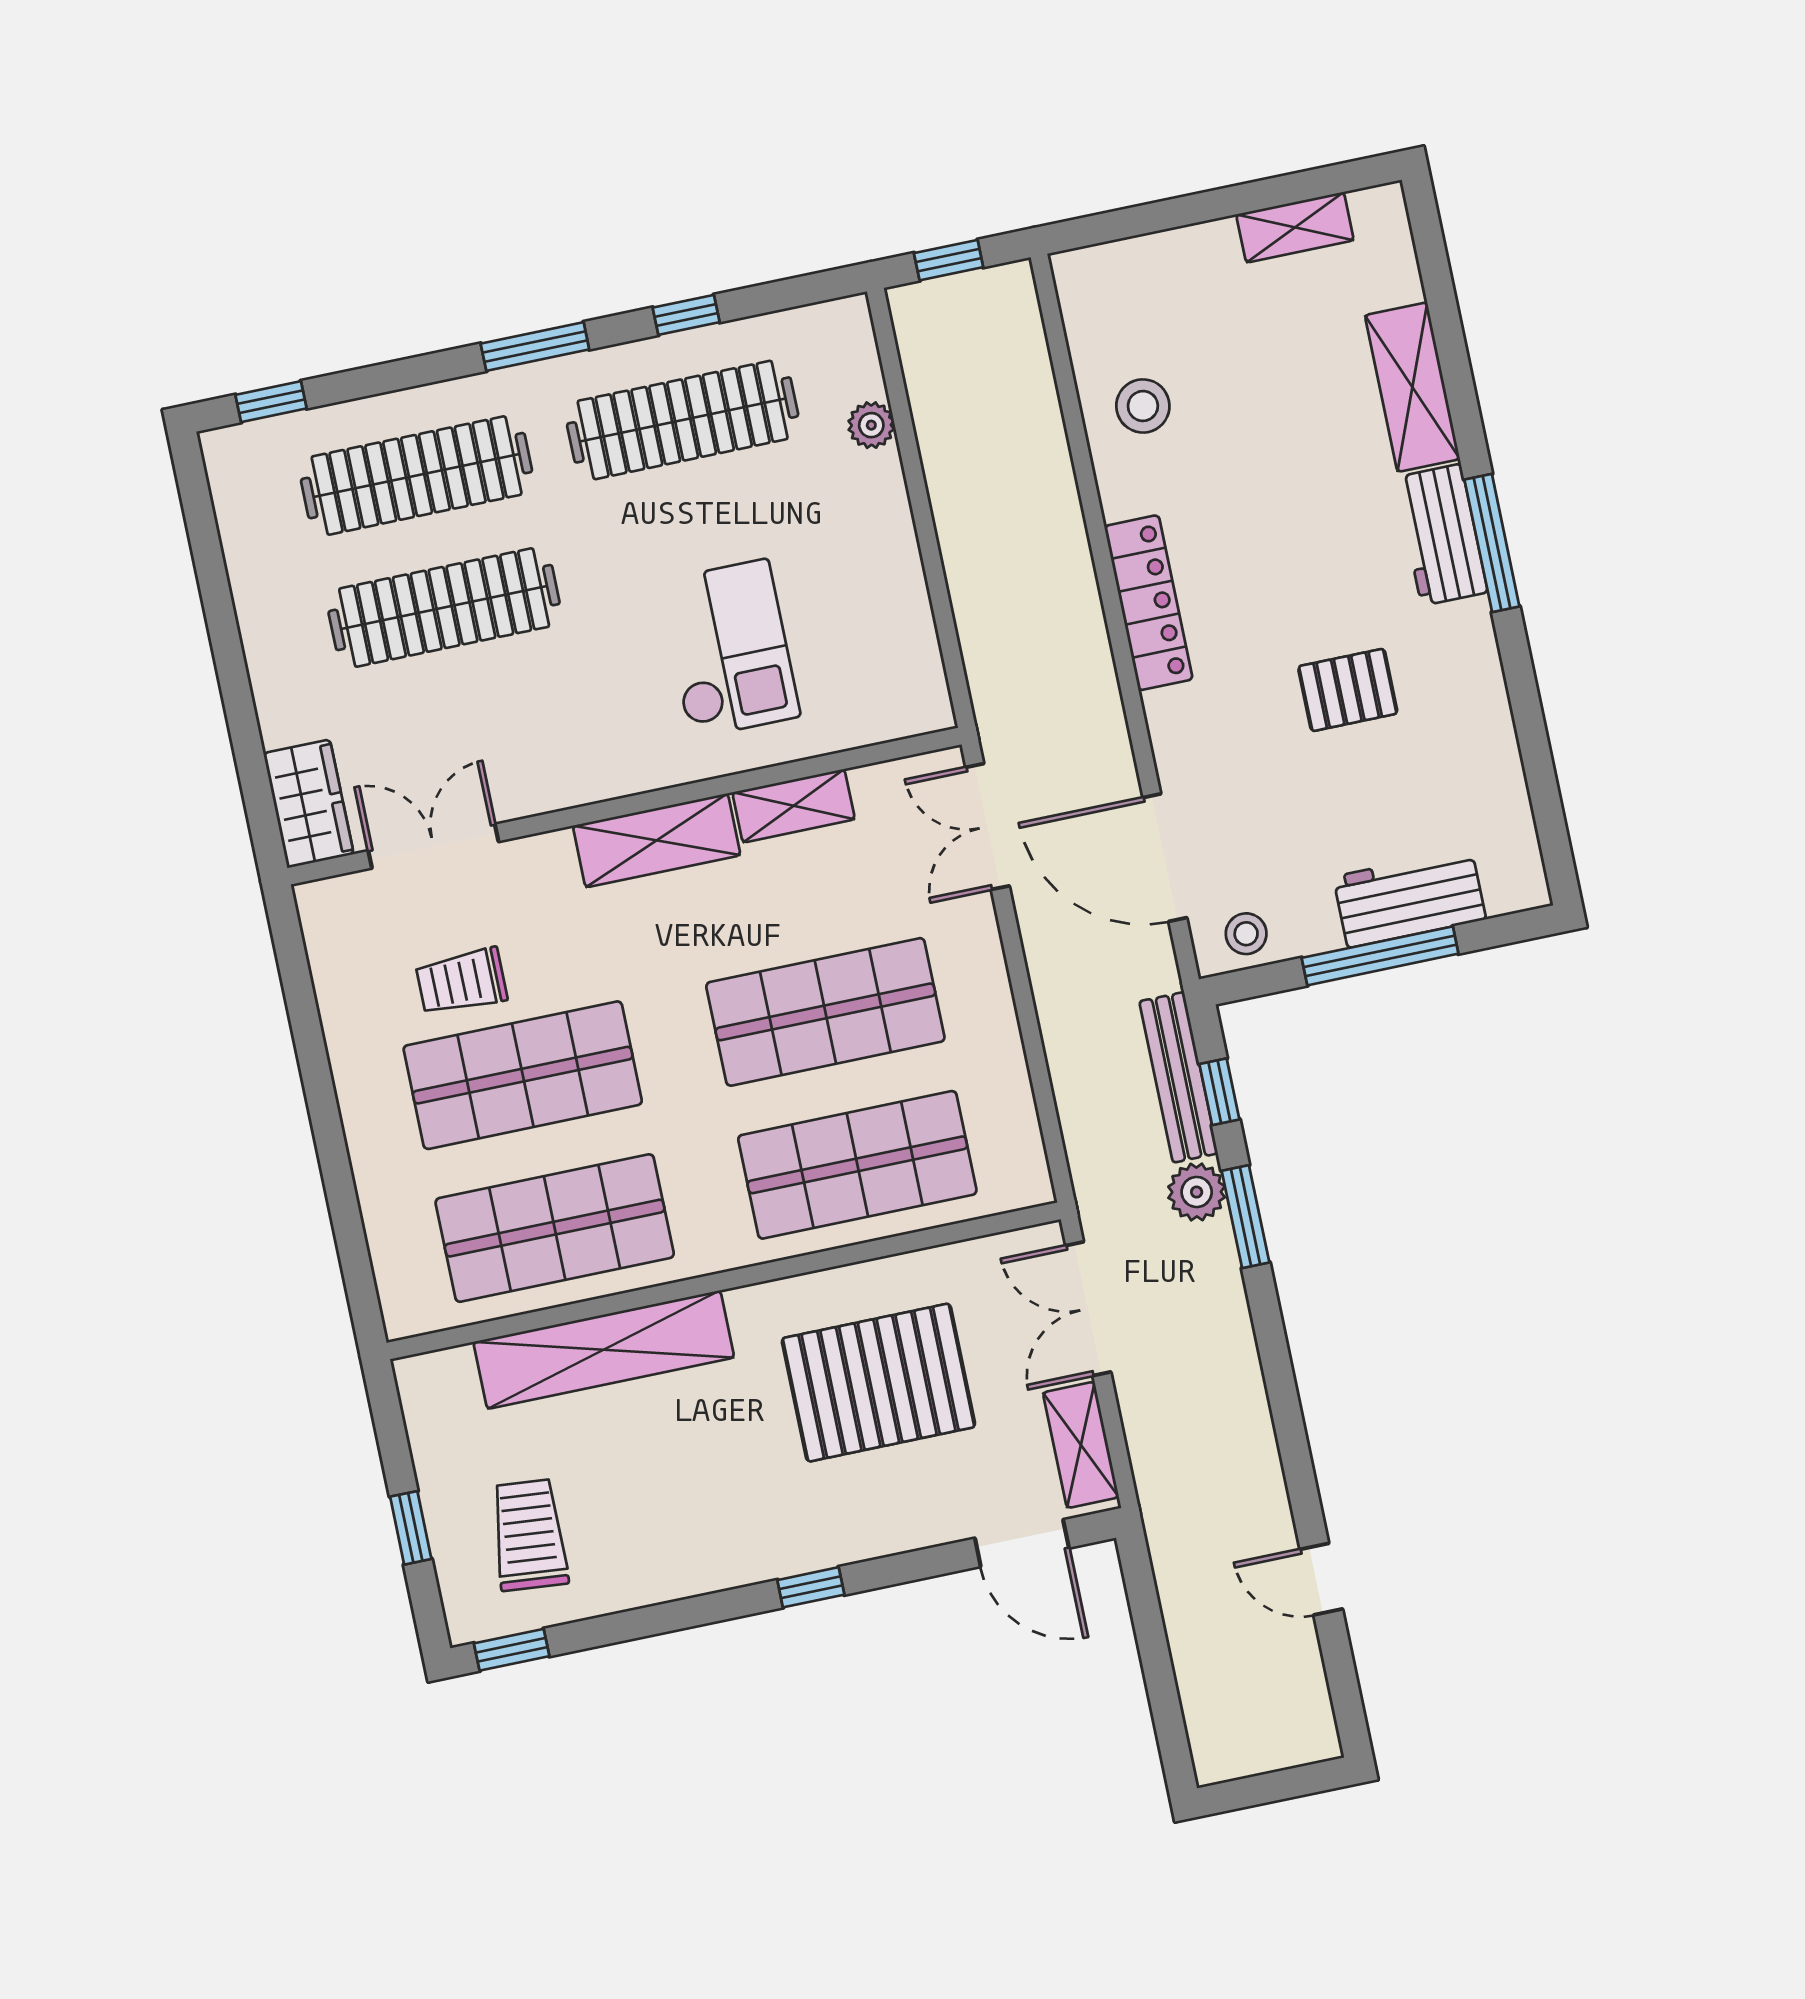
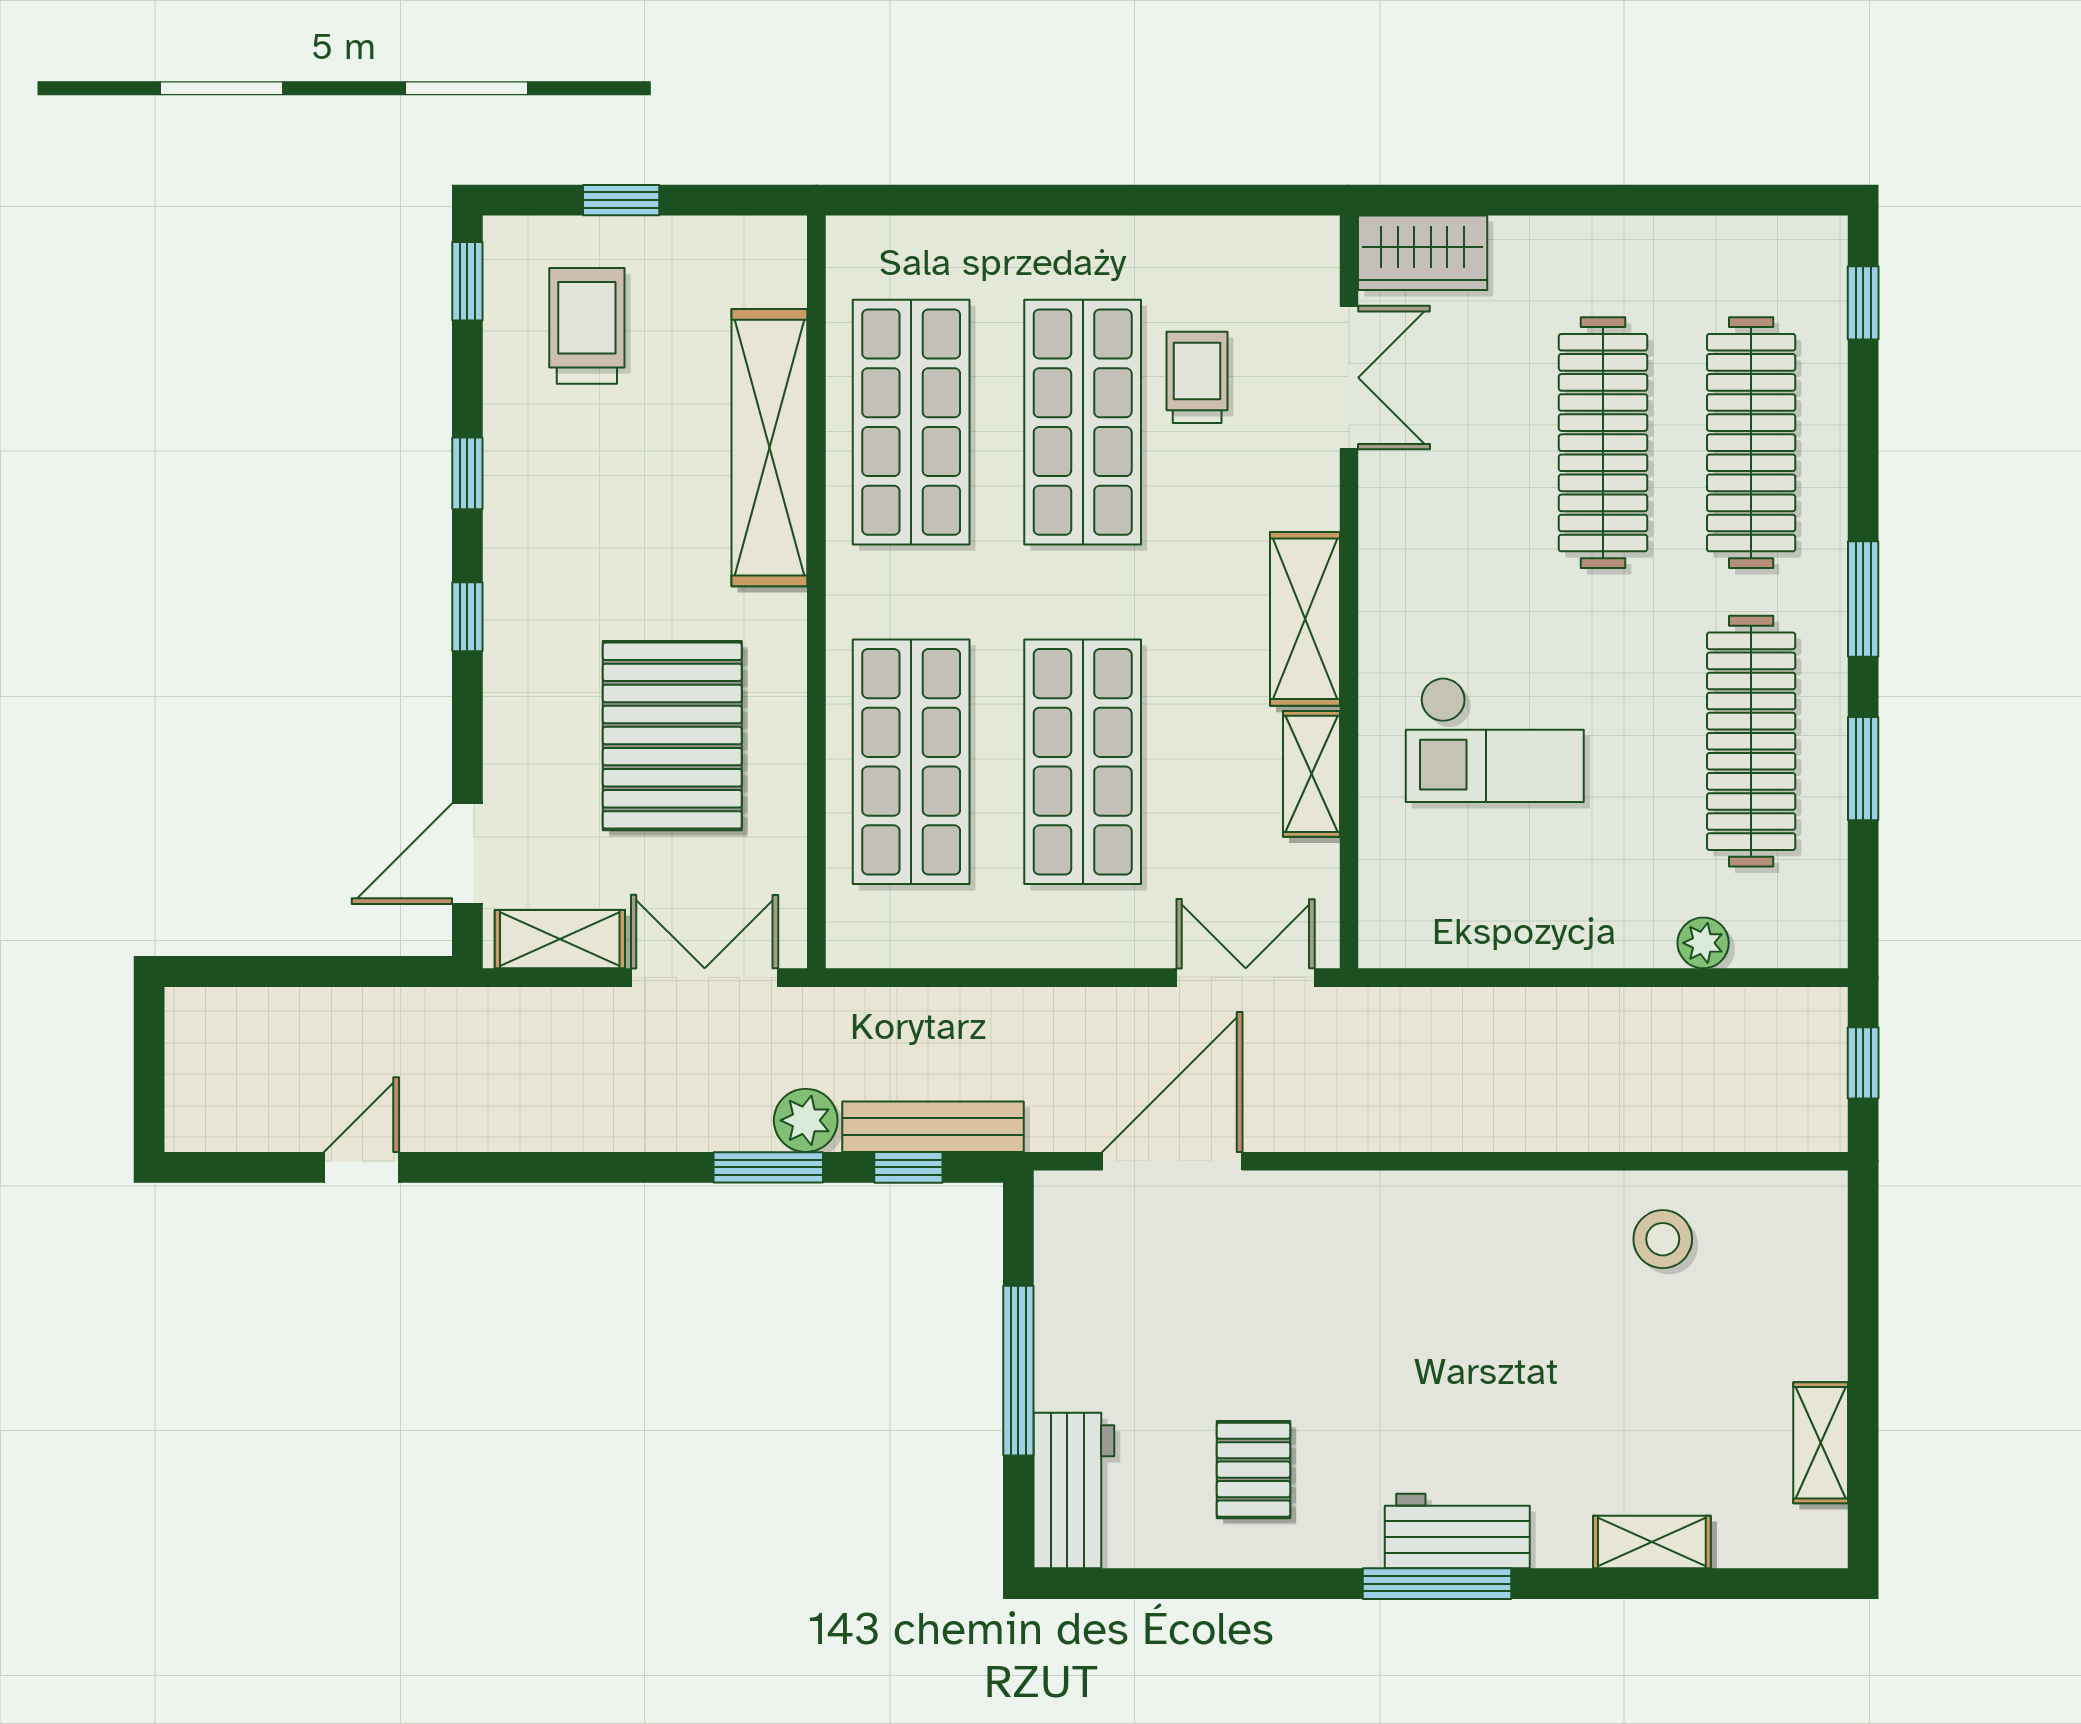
window: (686, 315) -> (1863, 769), width x1.50
shelving: (1412, 387) -> (1652, 1542), width x0.67, depth x0.75
locker: (1149, 603) -> (1450, 1201), removed
pallet: (1348, 690) -> (1254, 1470), moved
workbench: (1410, 898) -> (1074, 1491), moved
stool: (1246, 934) -> (1072, 1232), removed
trolley: (529, 1535) -> (587, 326), turned -95
window: (683, 1614) -> (467, 473), added

